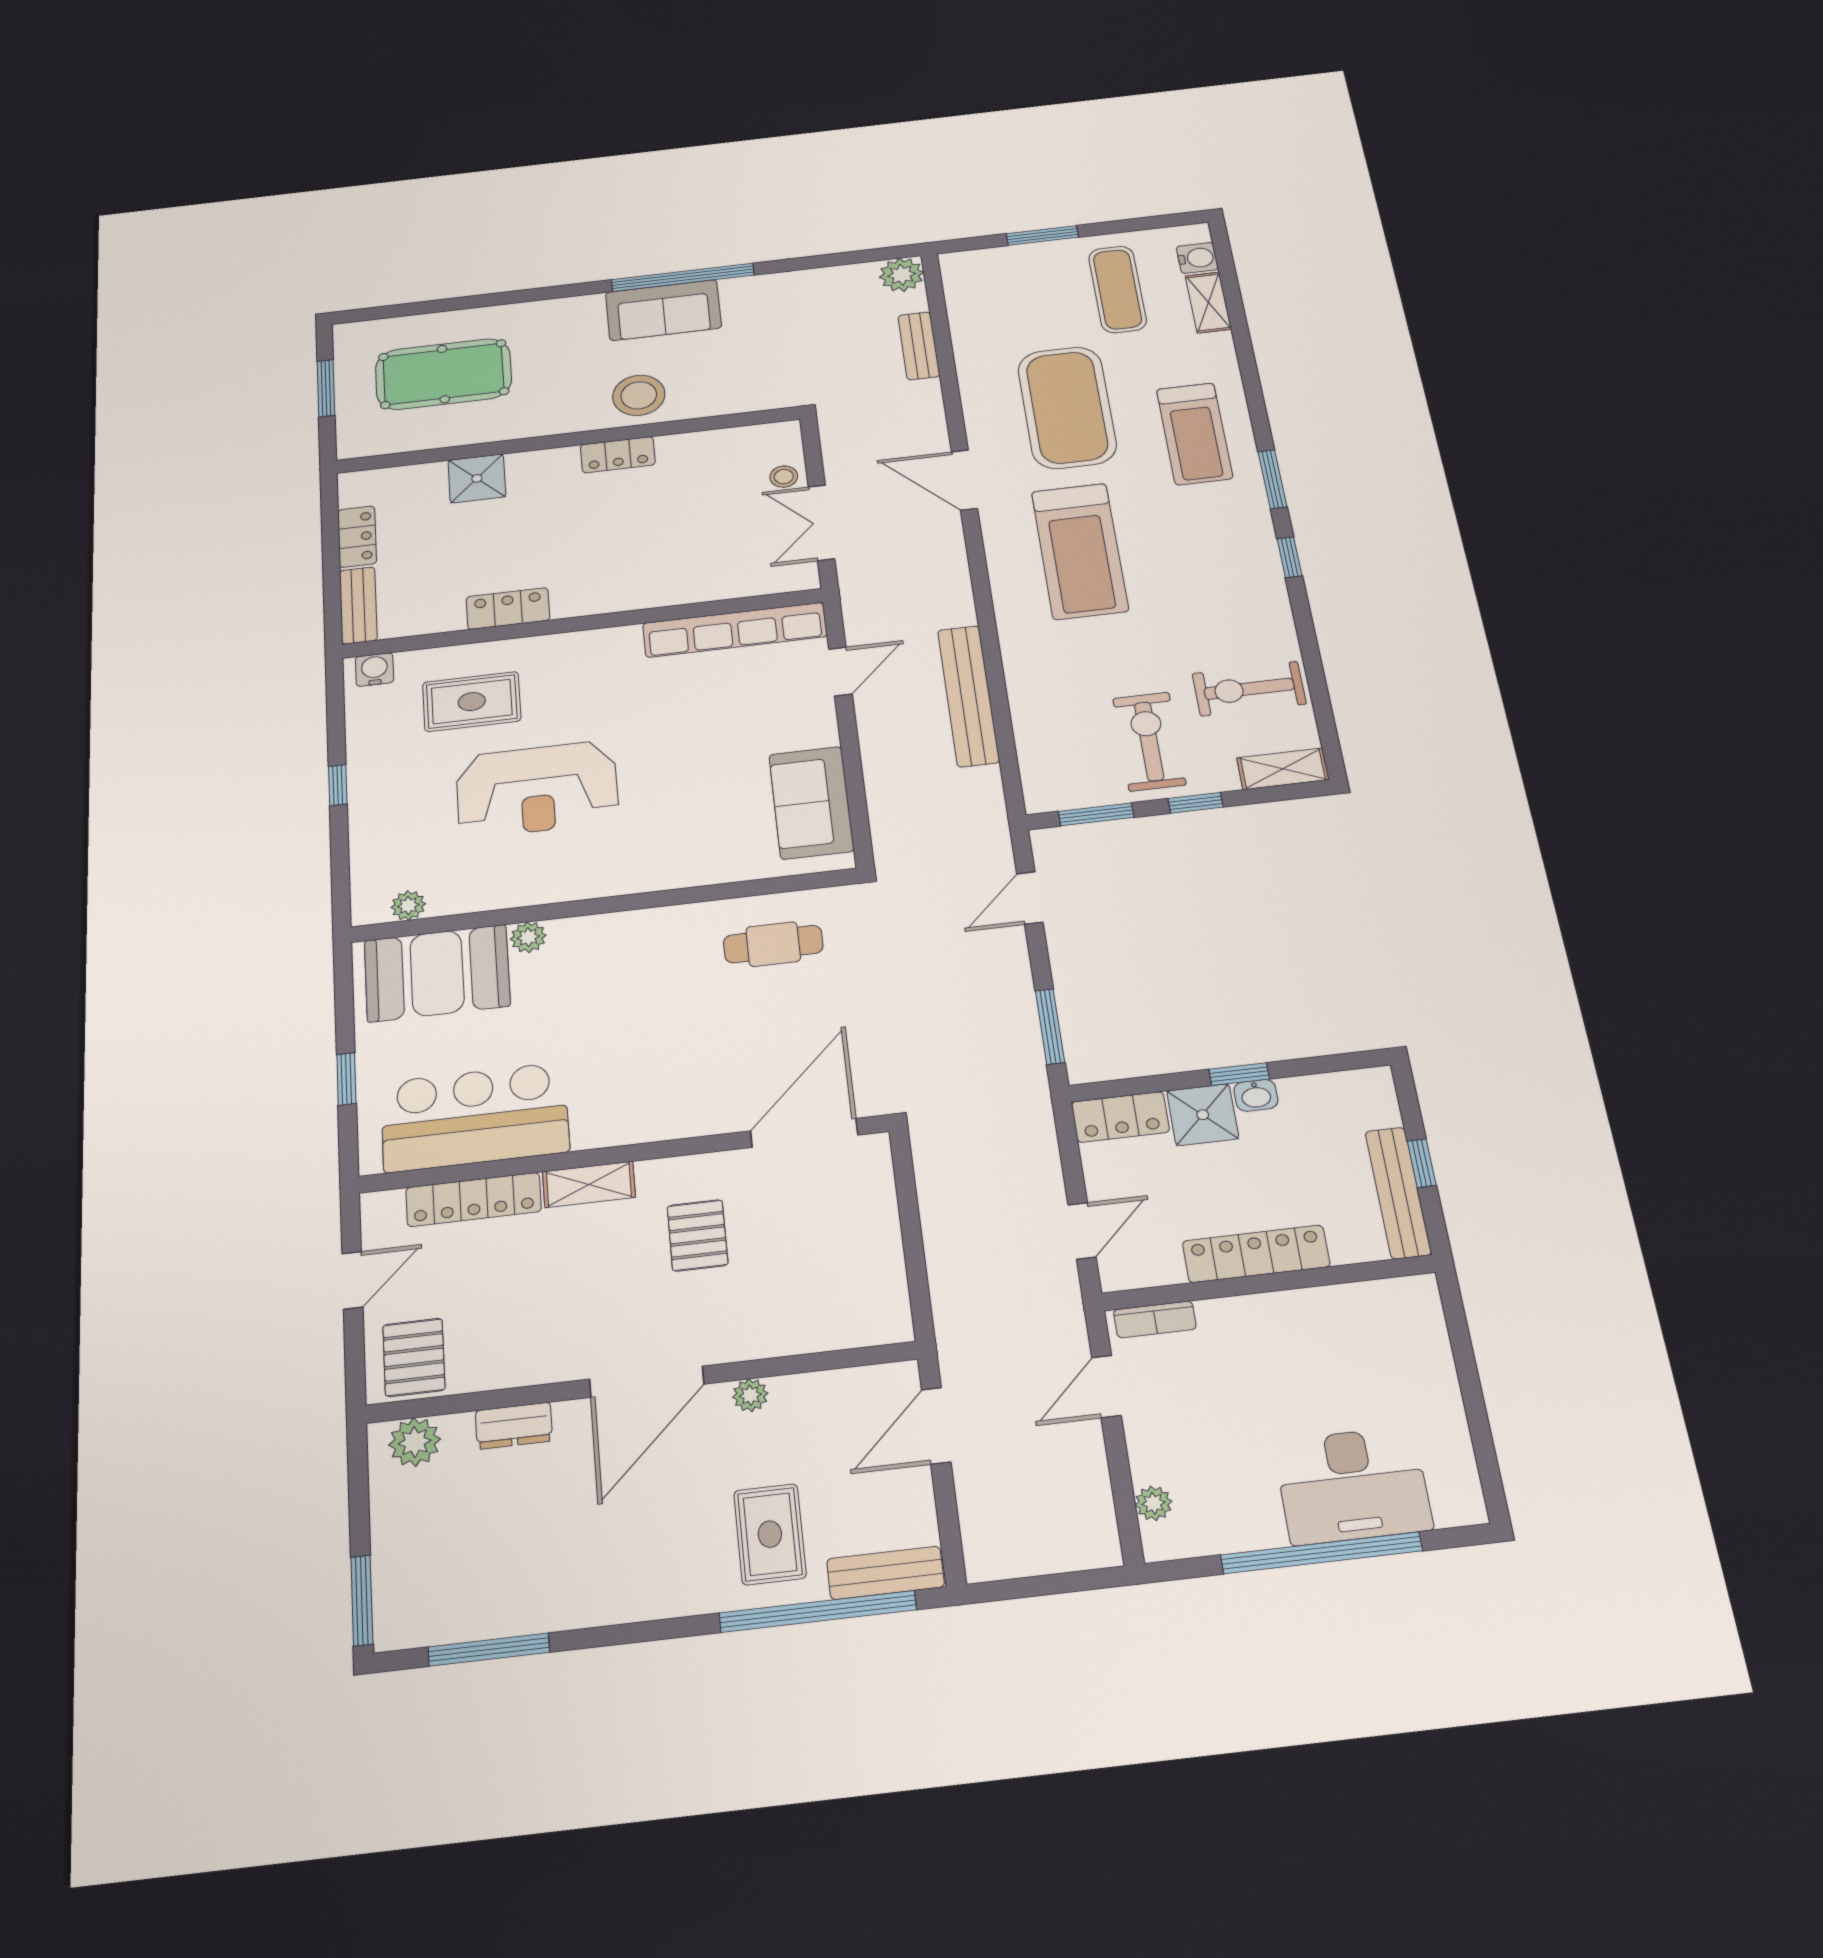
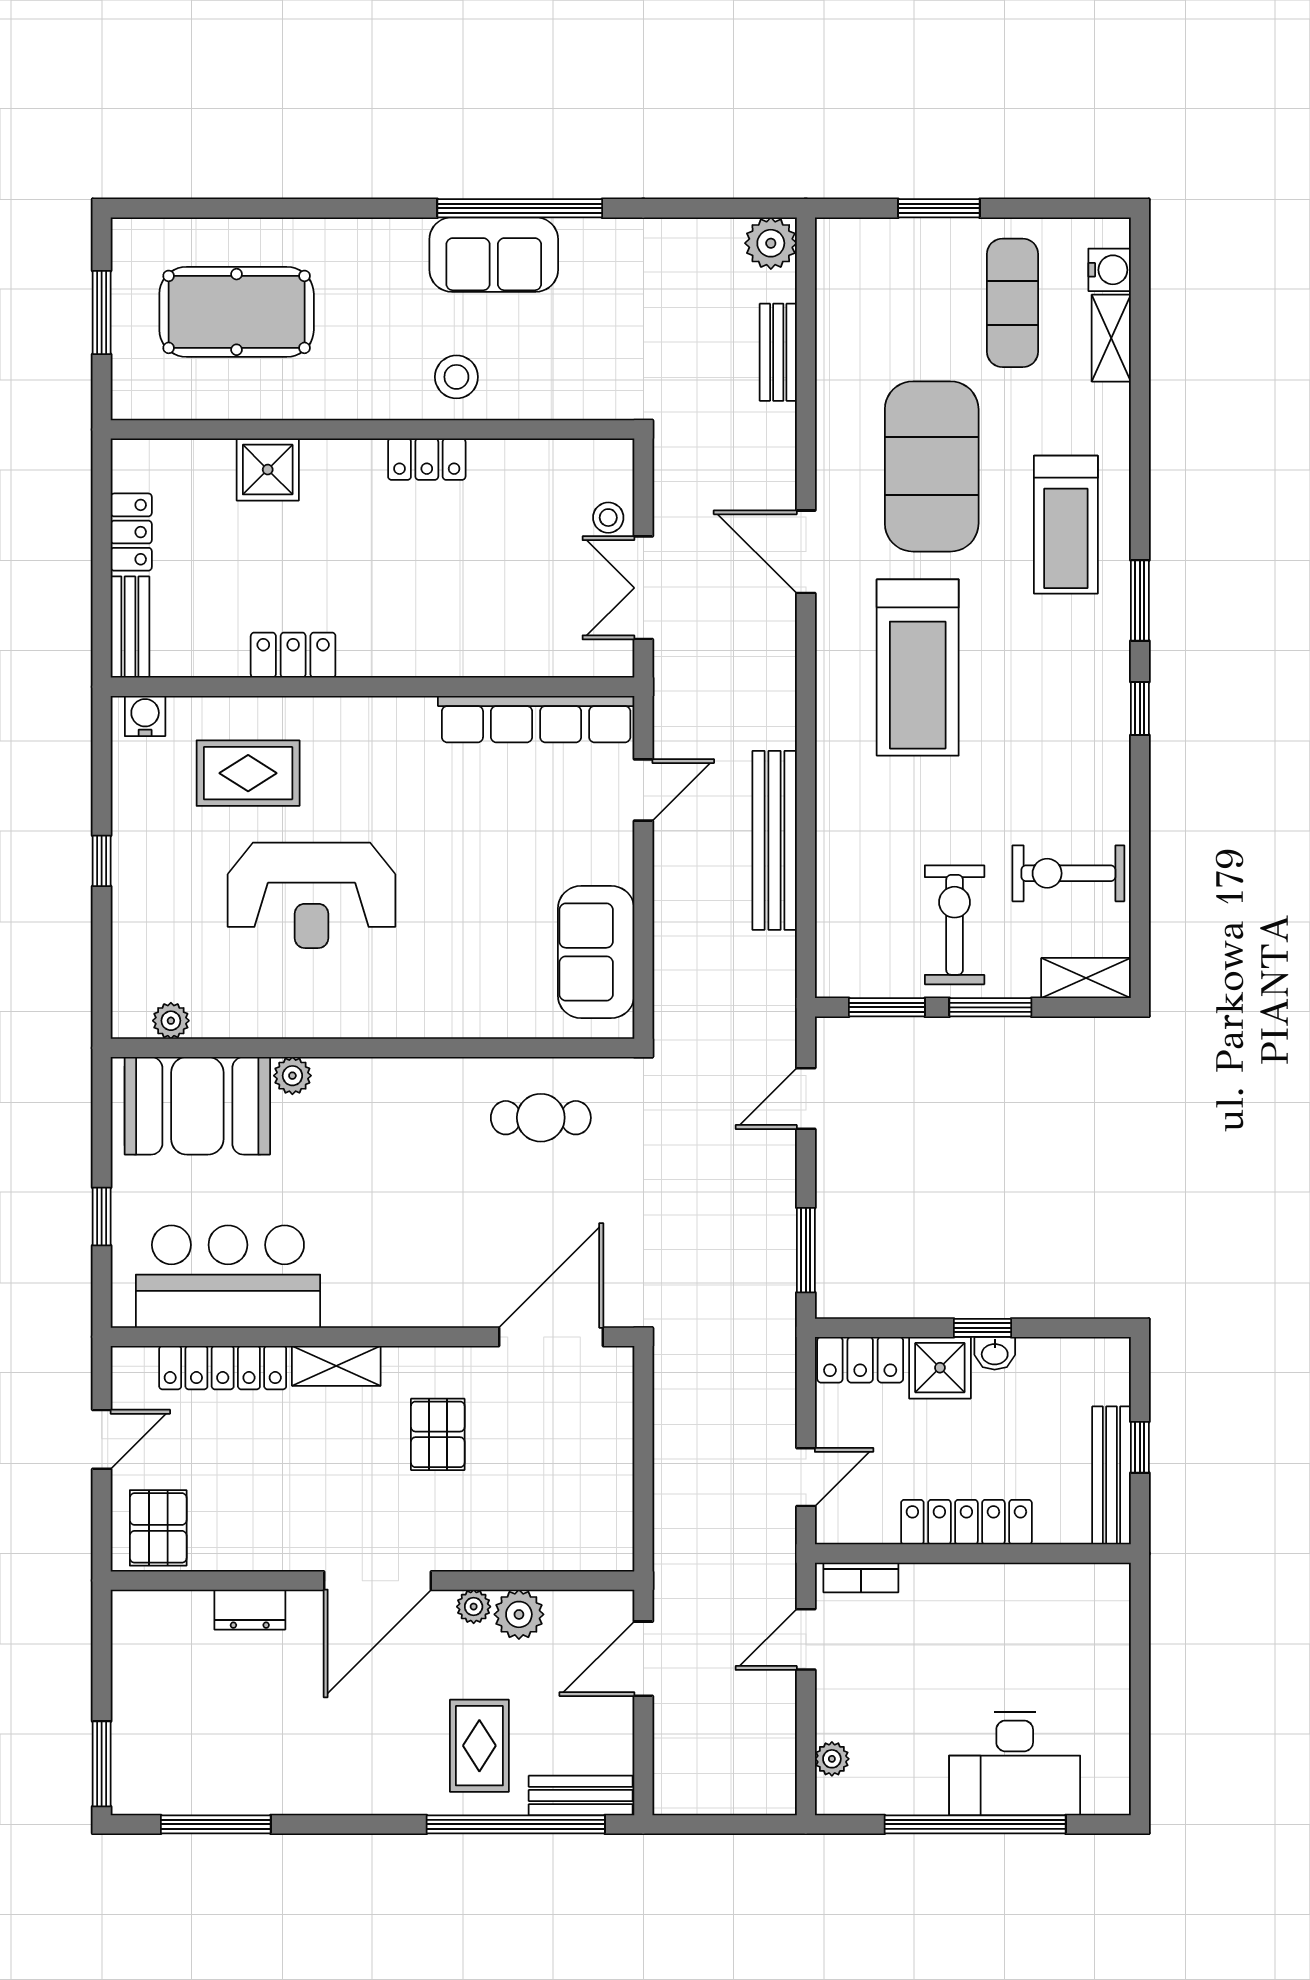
stool: (639, 395) -> (456, 377), width x0.73, depth x0.73
window: (1196, 803) -> (990, 1007), width x1.50
plant: (415, 1442) -> (519, 1614), moved

